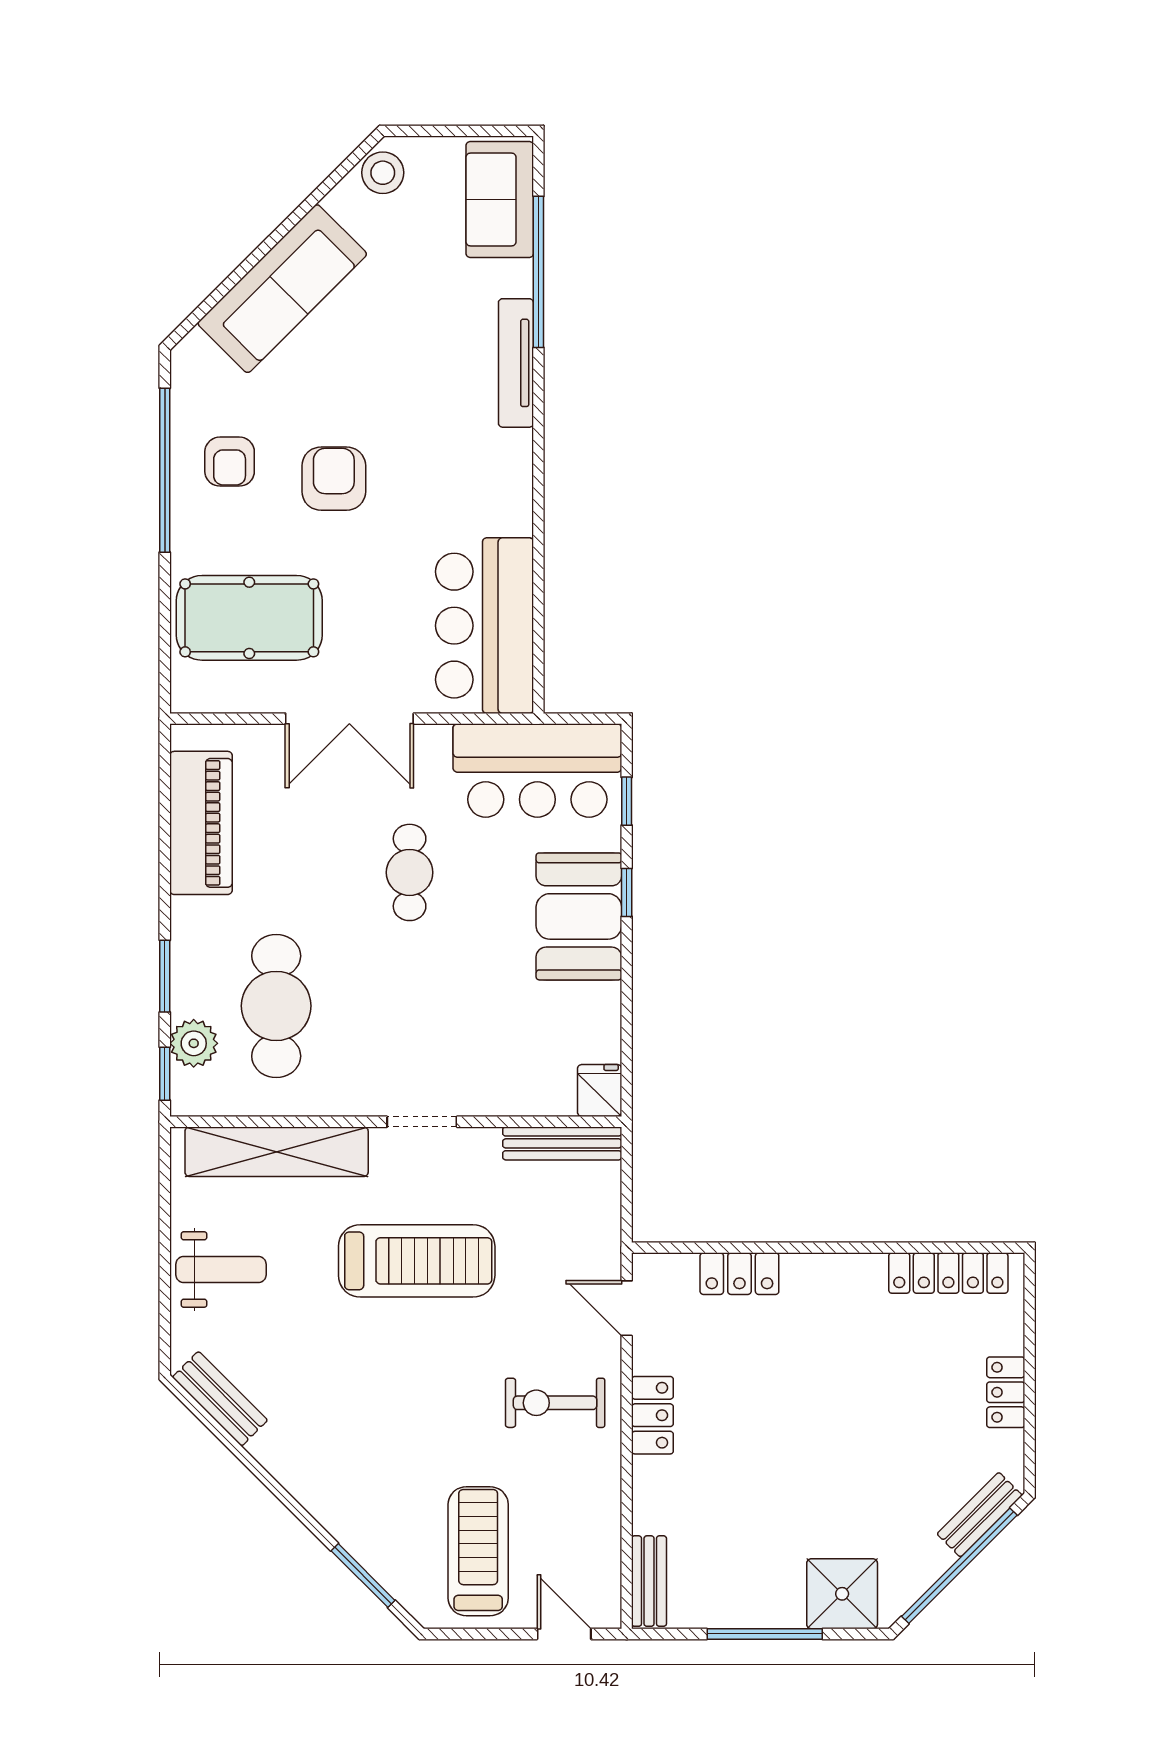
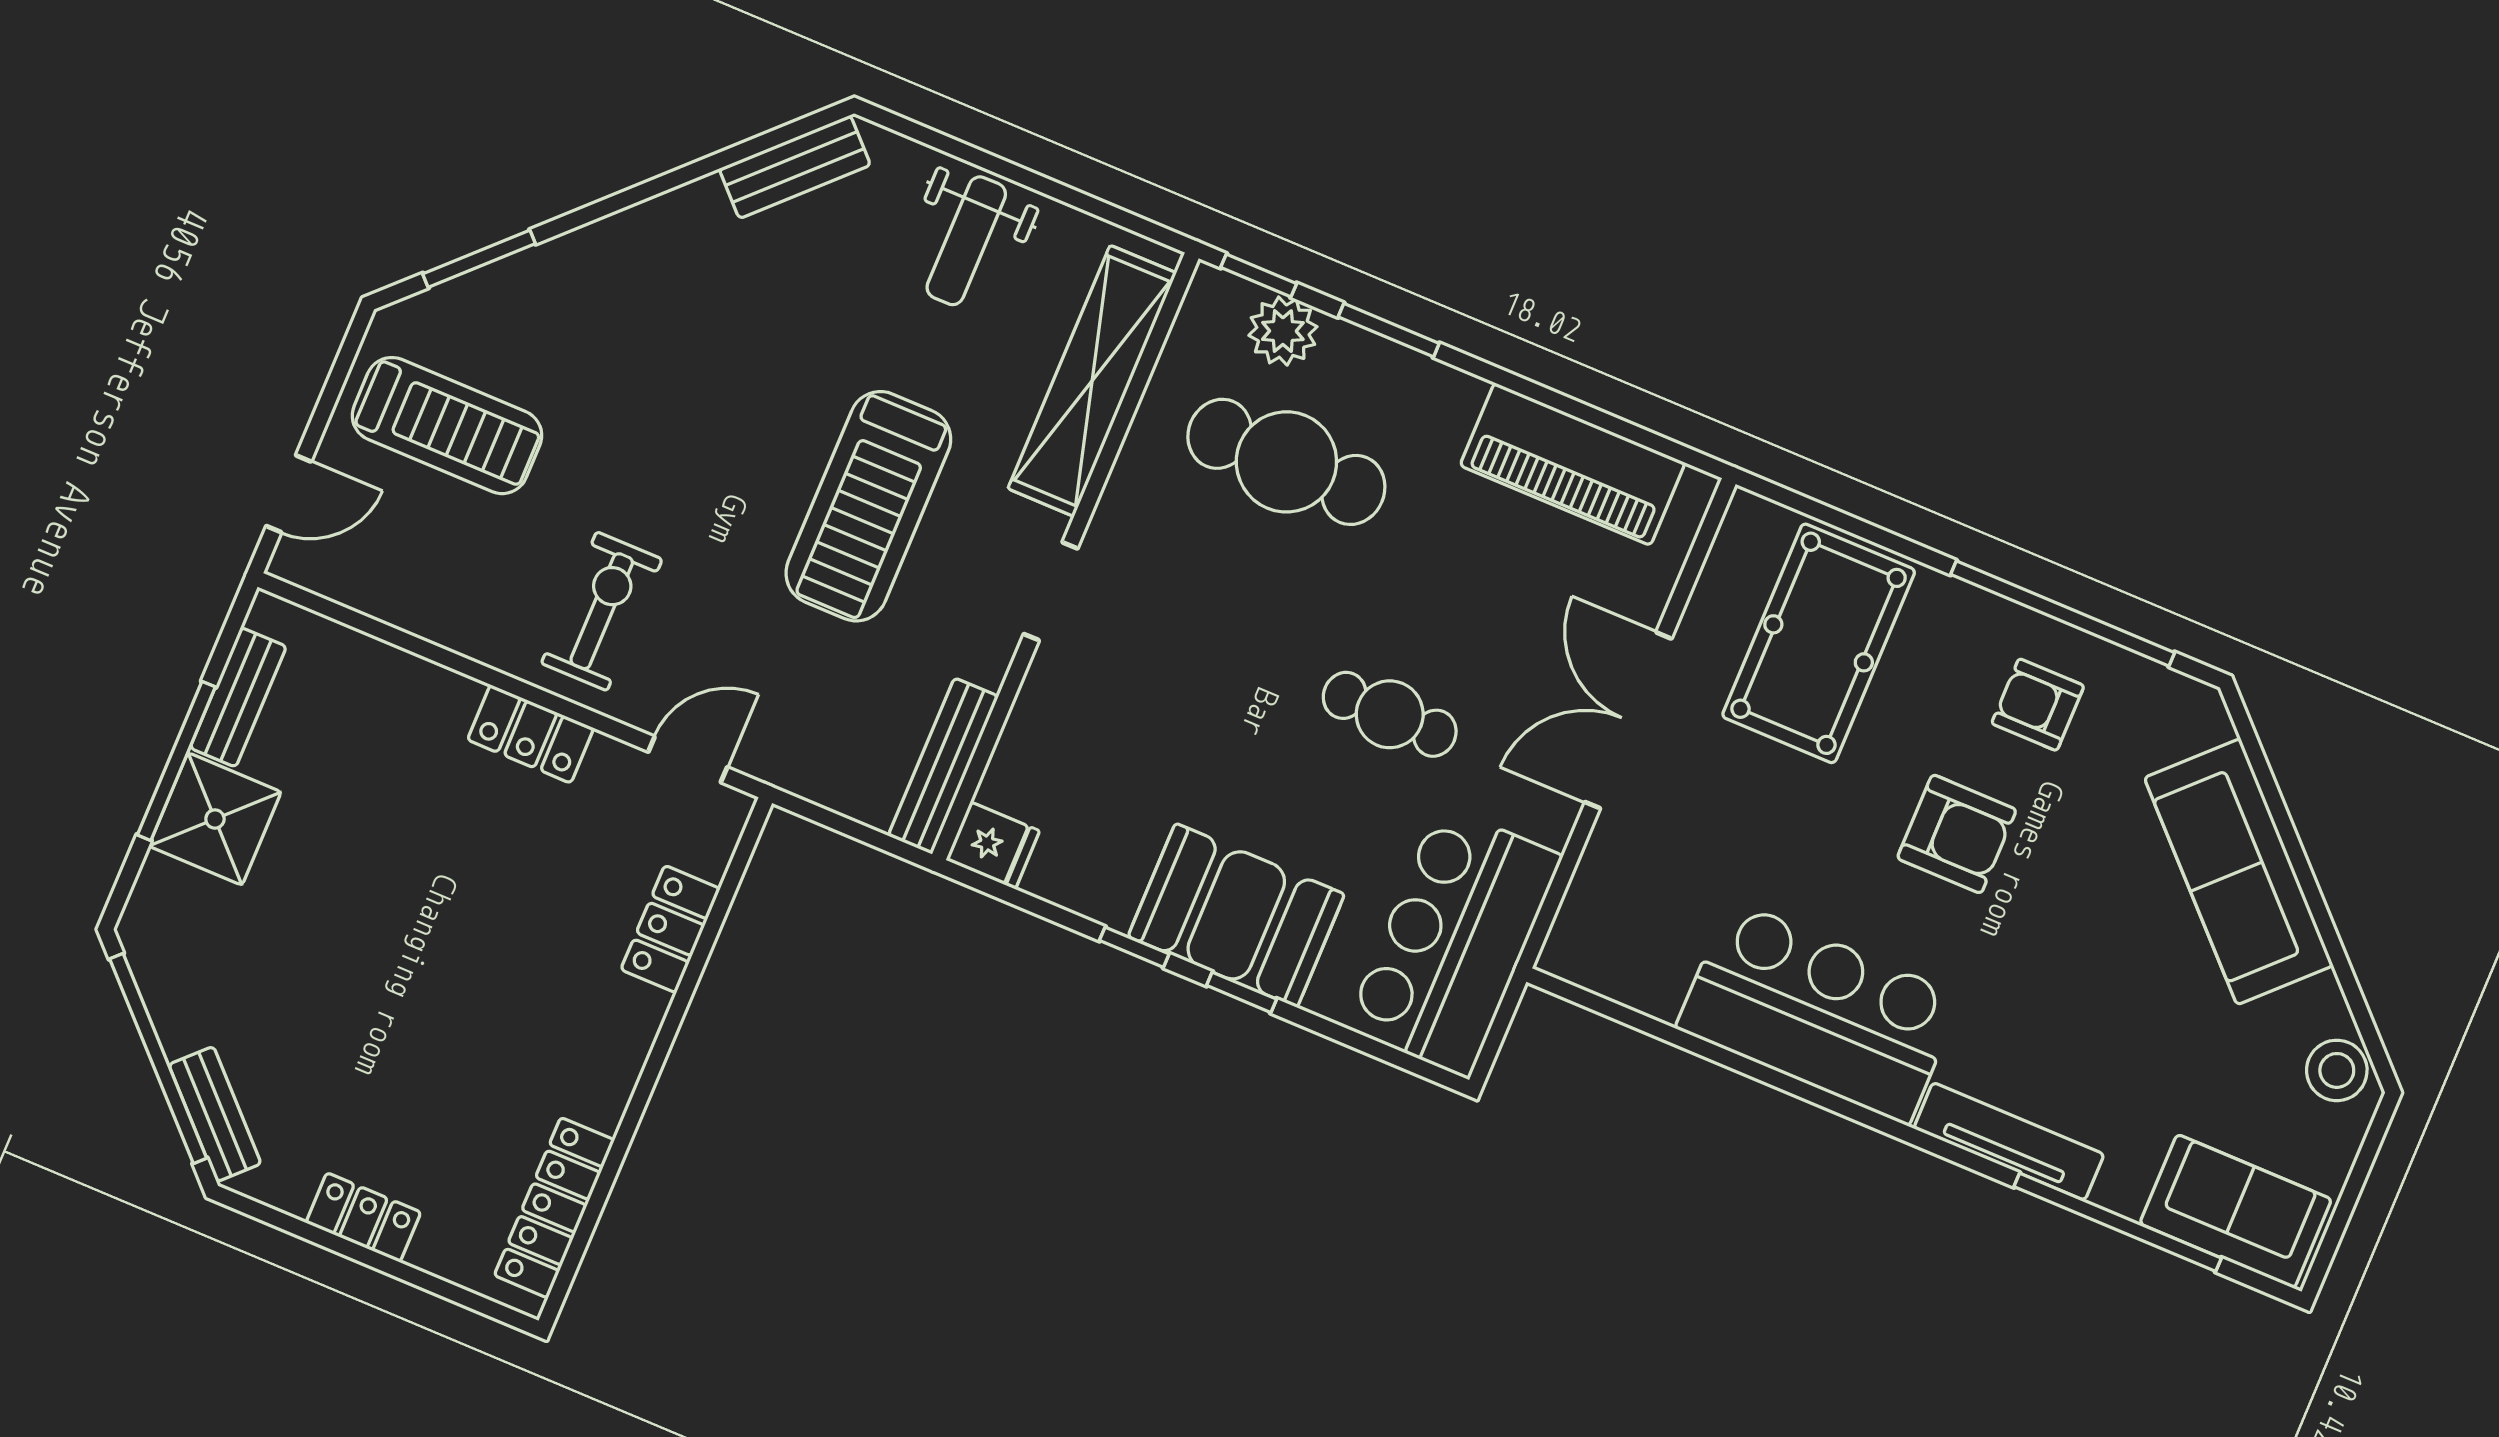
bar counter: (485, 626) -> (1819, 1012), moved
window: (627, 801) -> (1134, 947), moved
bench: (649, 1581) -> (238, 697), moved, turned 90
shower: (842, 1594) -> (215, 819), moved

